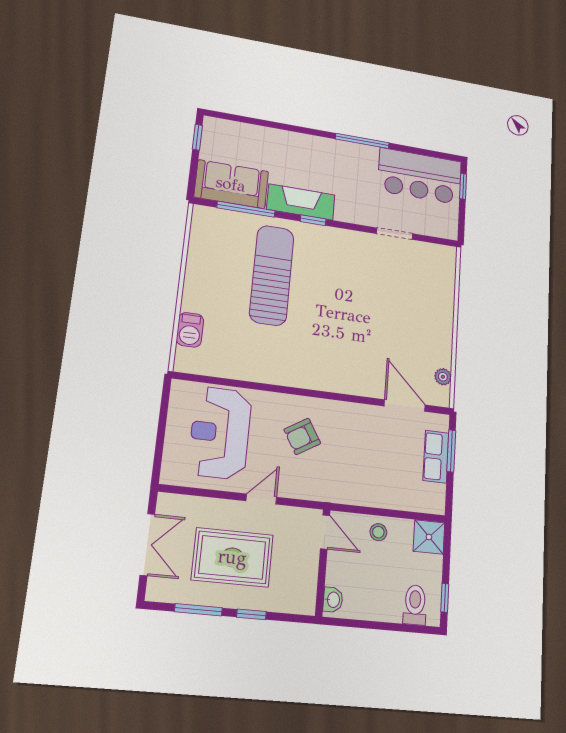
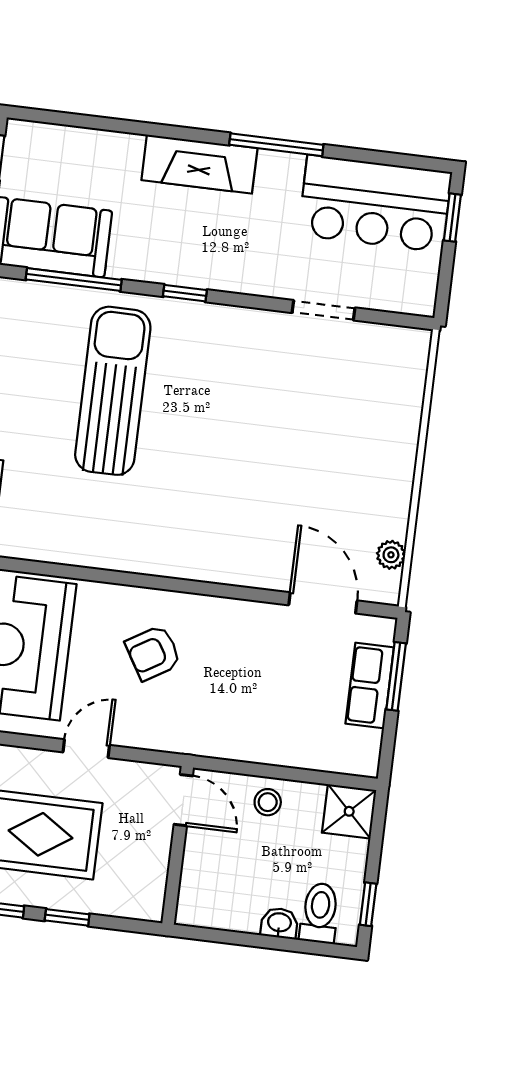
fireplace: (301, 202) -> (199, 164), moved, turned 180
washbasin: (333, 600) -> (279, 923), moved, turned -90

